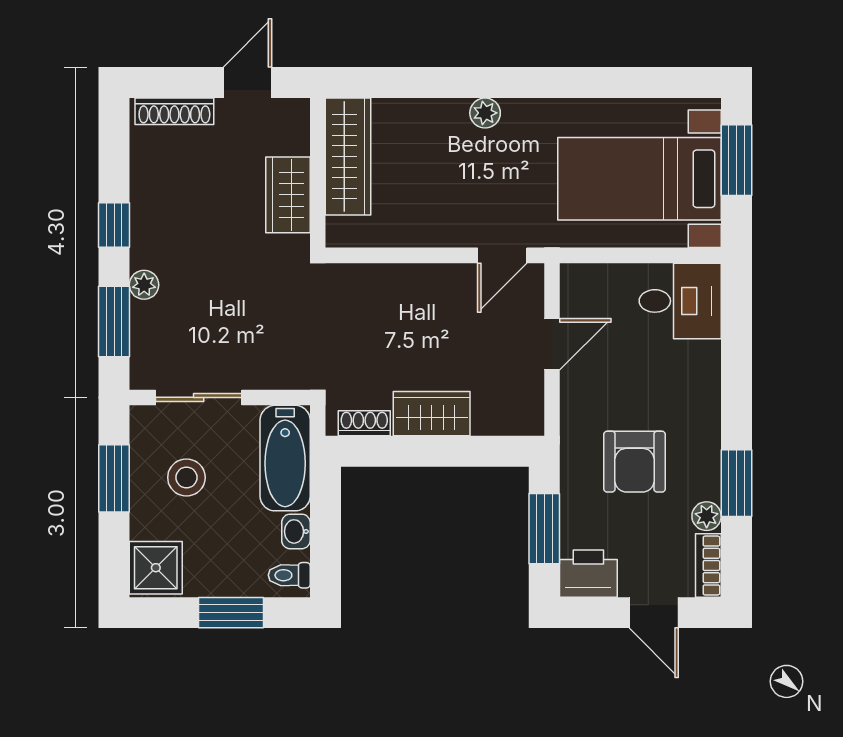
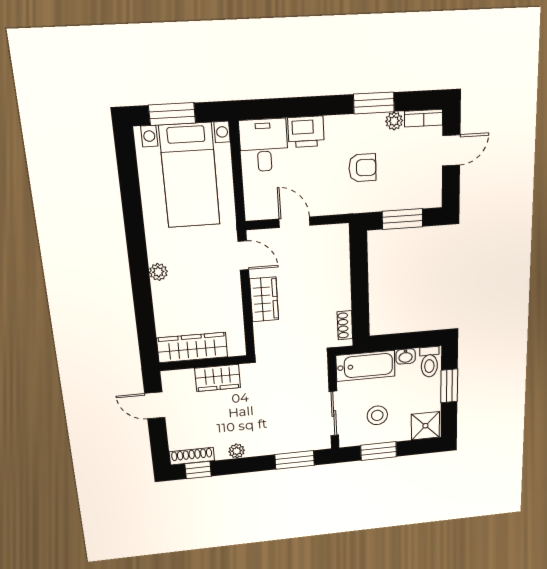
shoe rack: (174, 111) -> (192, 456), moved, turned -90
window: (114, 225) -> (198, 470), moved
plant: (144, 285) -> (237, 451), moved
wardrobe: (432, 414) -> (264, 299), moved, turned 180
armchair: (635, 462) -> (362, 168), width x0.72, depth x0.72
printer: (588, 574) -> (306, 132), moved, turned -90
toilet: (289, 575) -> (429, 362), width x1.37, depth x1.39

